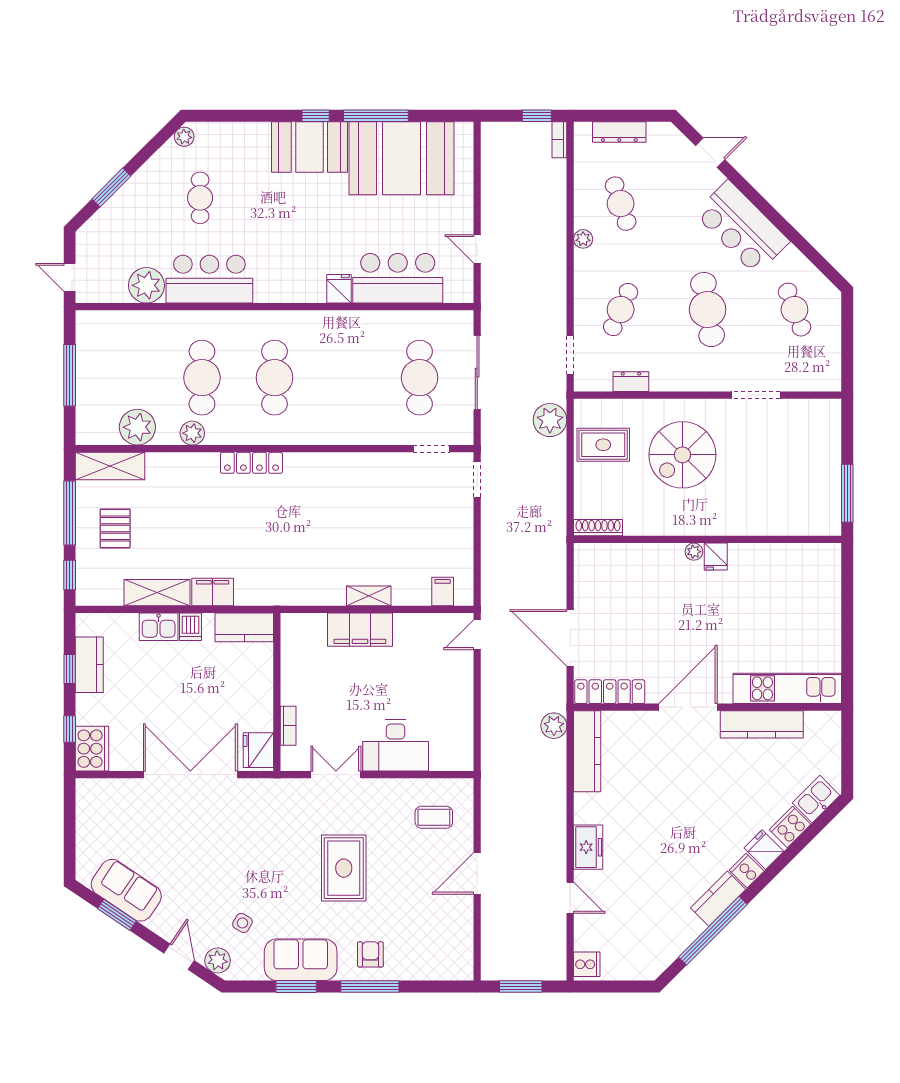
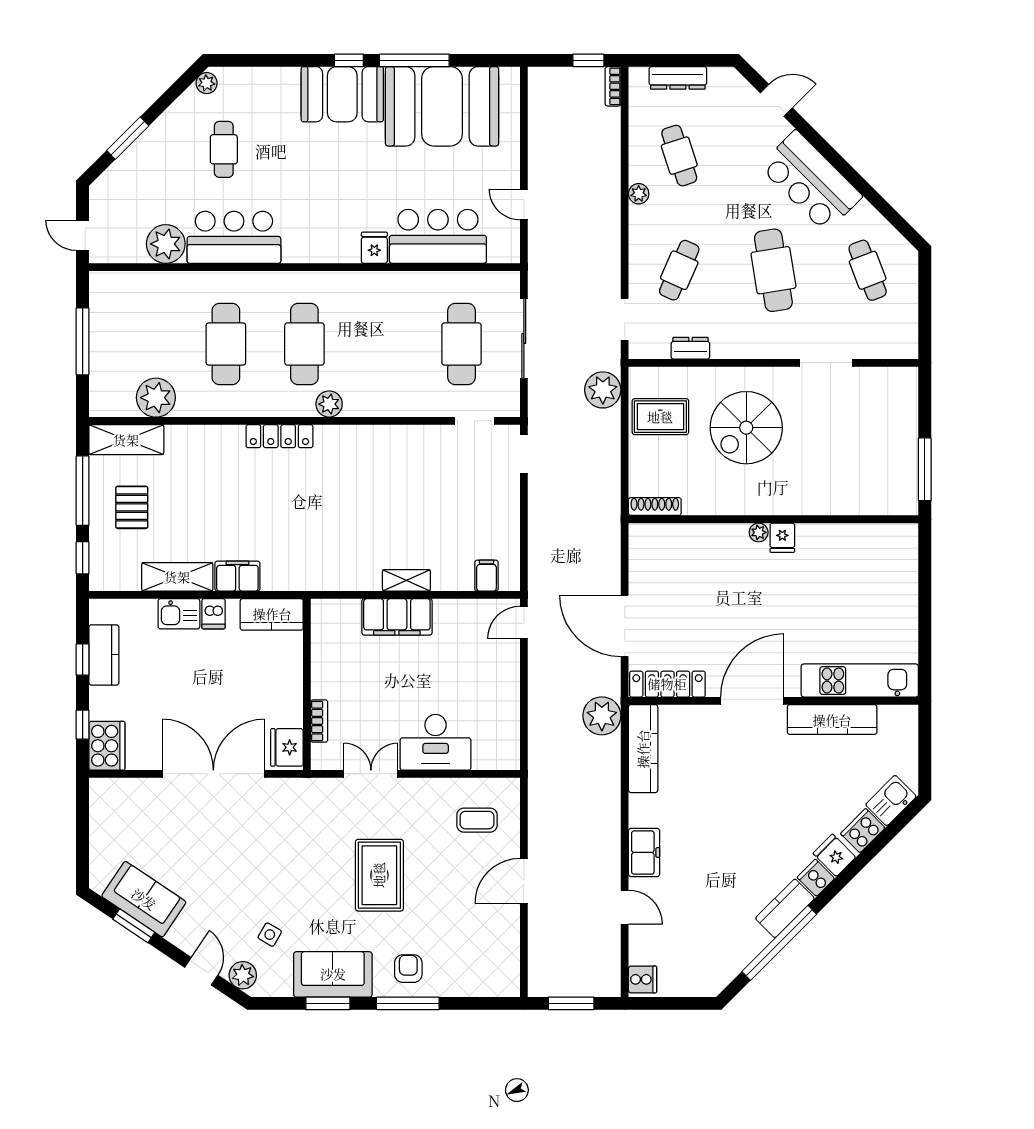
plant: (192, 433) -> (329, 404), moved
plant: (554, 726) -> (602, 716), width x1.36, depth x1.36

